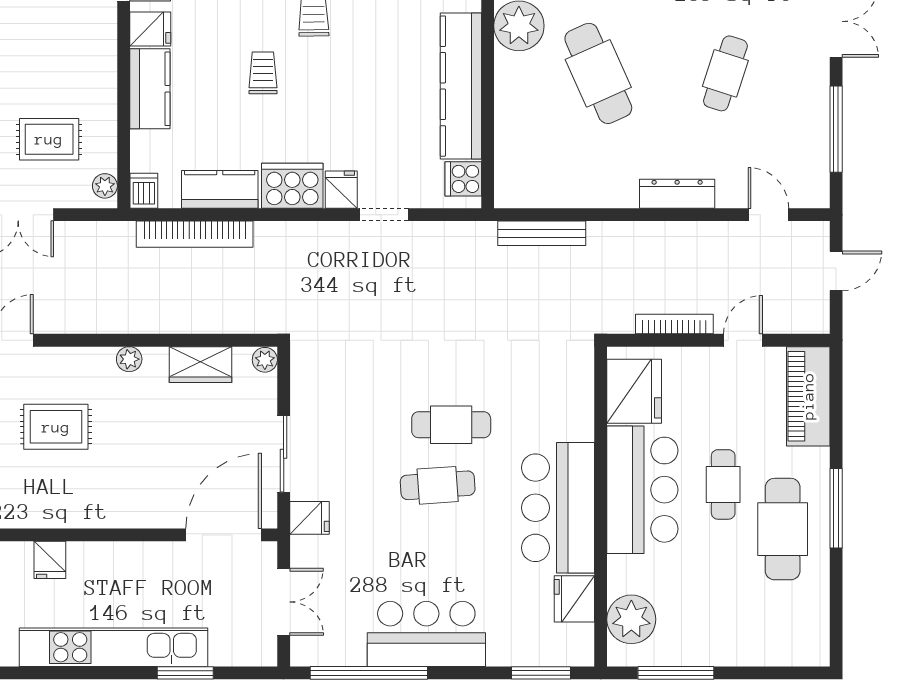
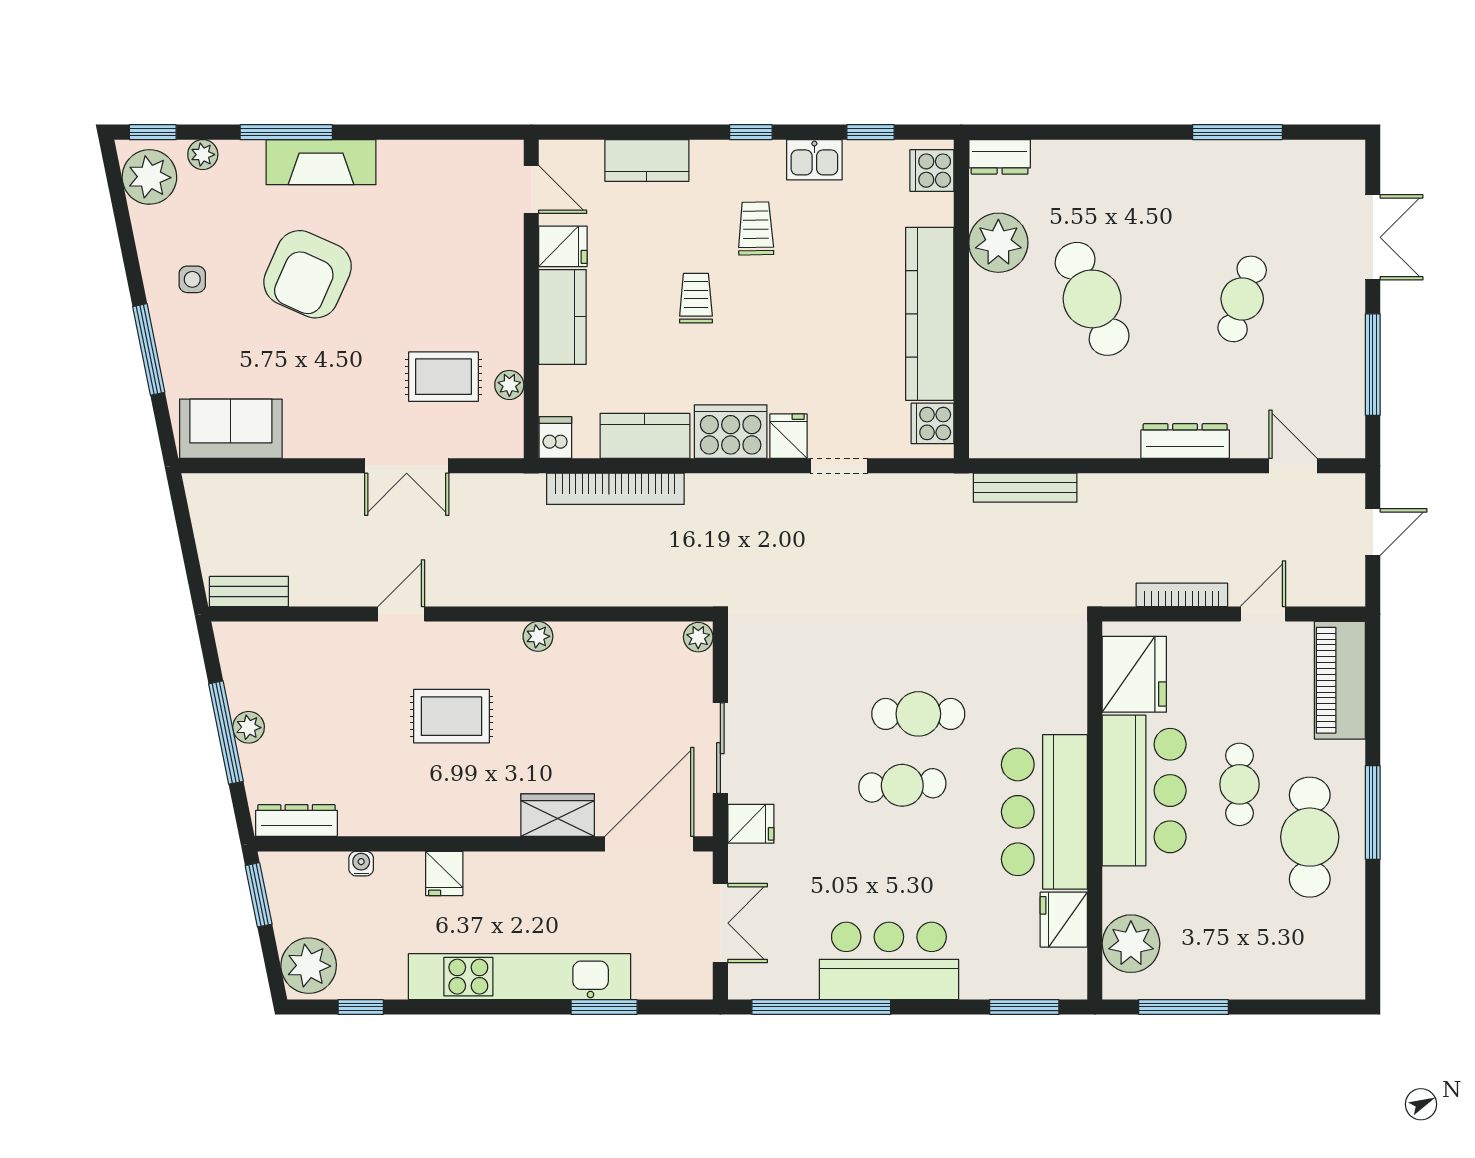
plant: (105, 186) -> (509, 385), moved
wardrobe: (201, 365) -> (558, 815), moved, turned 180

